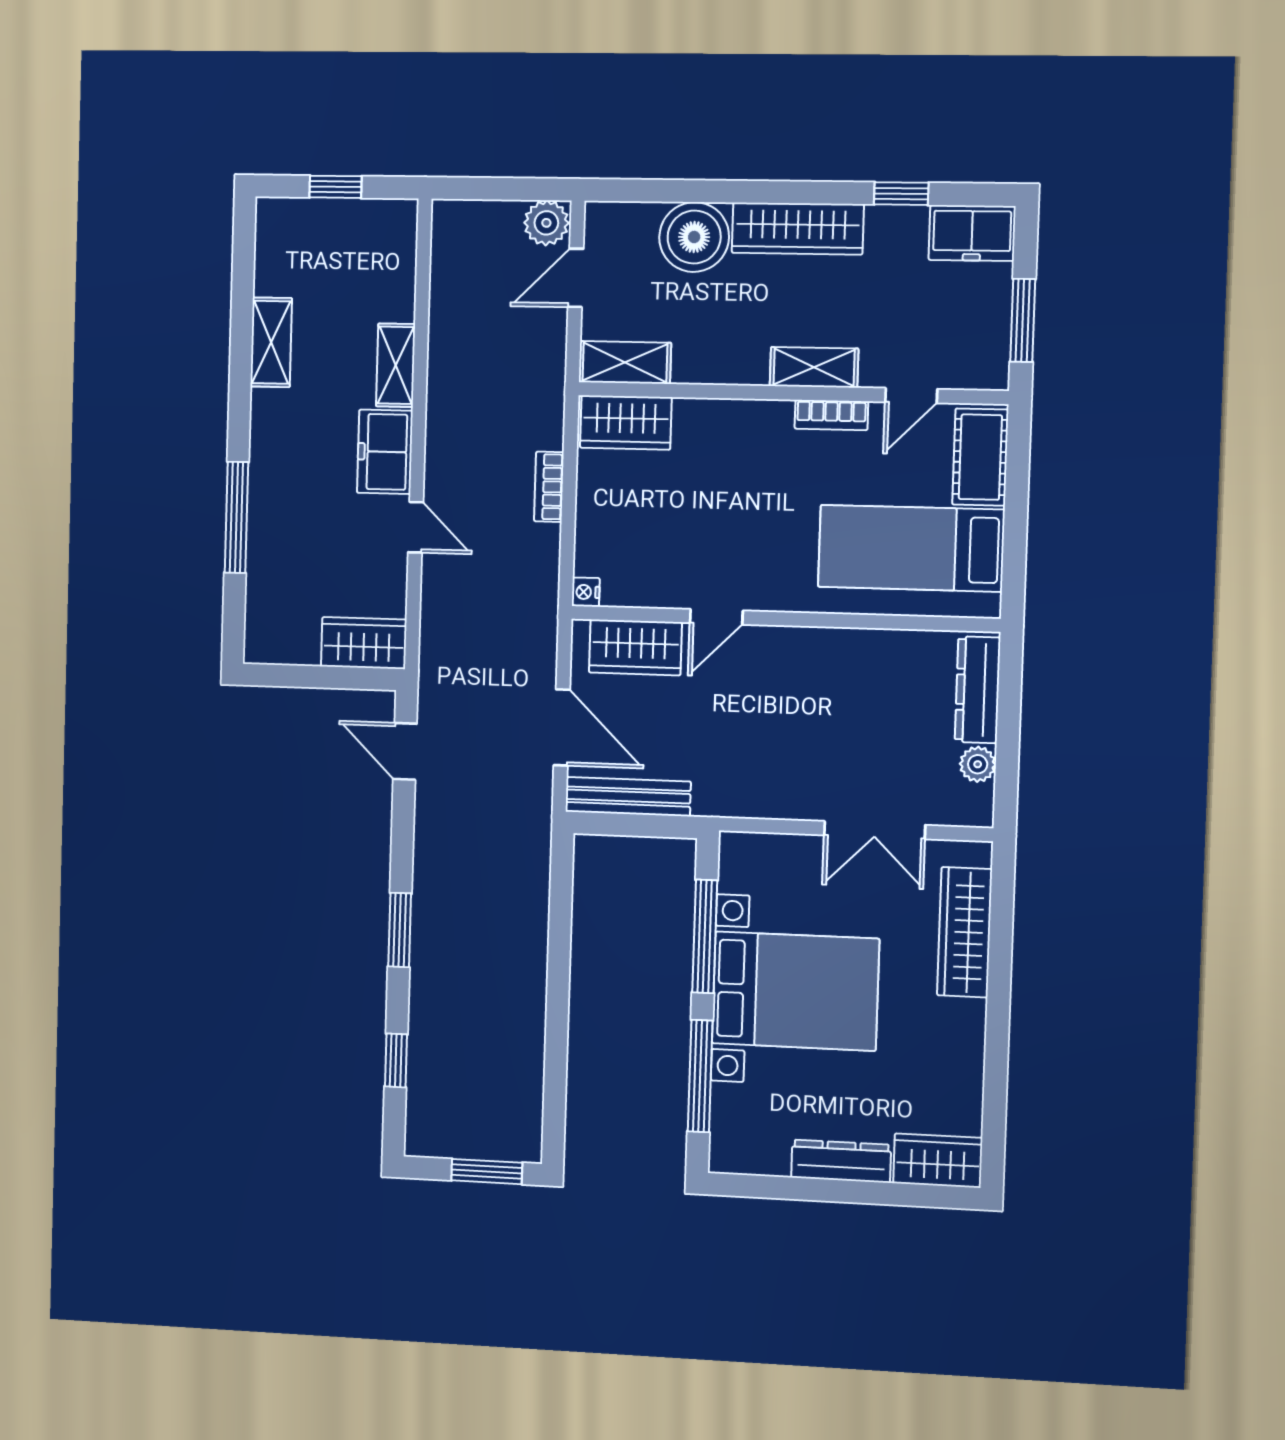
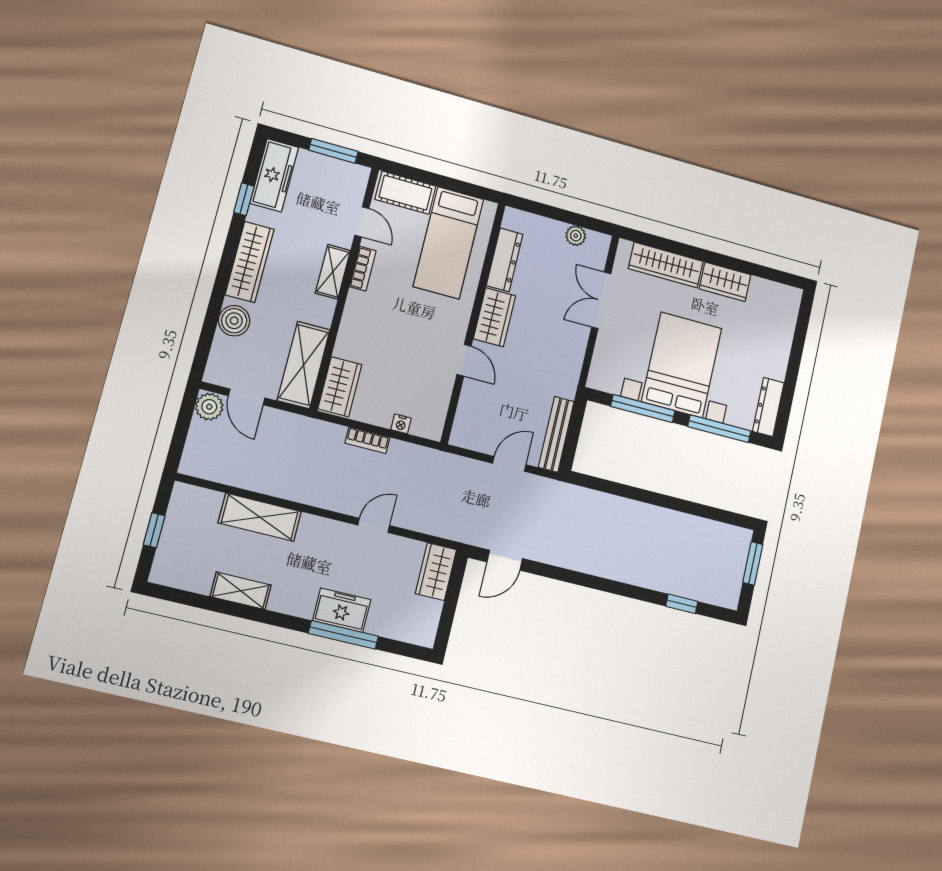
freezer: (972, 233) -> (274, 175), width x1.40
boiler: (694, 237) -> (234, 321), width x0.73, depth x0.73
shelving: (625, 362) -> (304, 365), width x1.50, depth x1.33
shelving: (396, 365) -> (260, 517), width x1.50, depth x1.33
freezer: (385, 452) -> (342, 610), moved, turned 180
nightstand: (586, 592) -> (401, 424), moved
wardrobe: (635, 647) -> (494, 317), moved
dresser: (977, 690) -> (505, 260), moved, turned -90
door: (562, 727) -> (509, 464), width x0.73
double door: (875, 830) -> (601, 300), swing flipped
window: (400, 930) -> (608, 586), removed
wardrobe: (938, 1160) -> (725, 282), moved, turned -90
dresser: (841, 1161) -> (768, 407), moved

